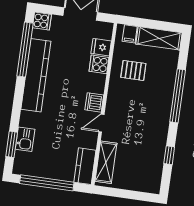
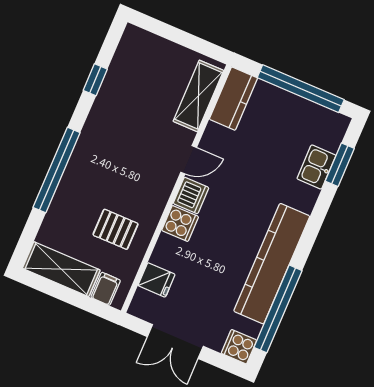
cooker: (99, 64) -> (180, 224), moved

